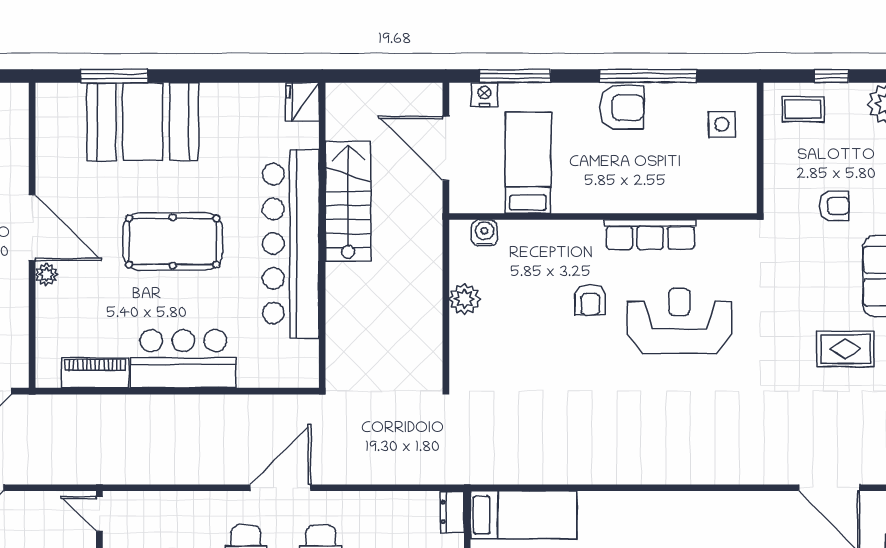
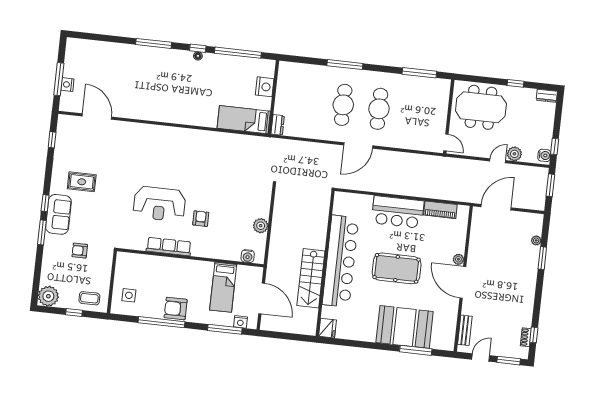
bench: (17, 129) -> (465, 330), added

